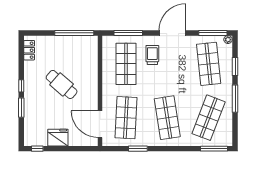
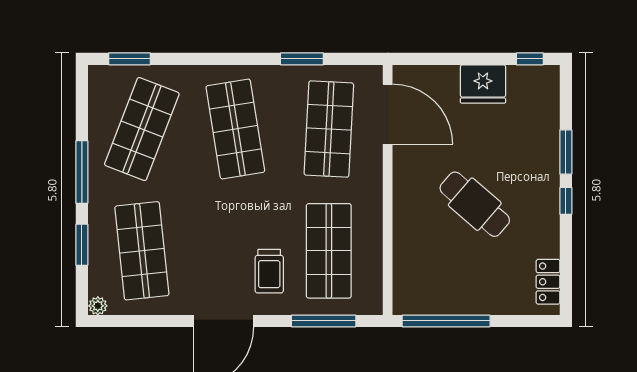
window: (213, 33) -> (132, 321), removed
window: (214, 149) -> (129, 59), width x0.69

